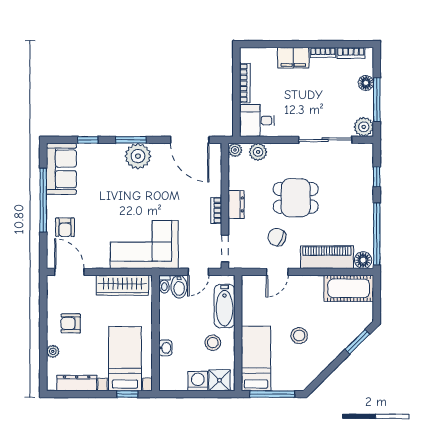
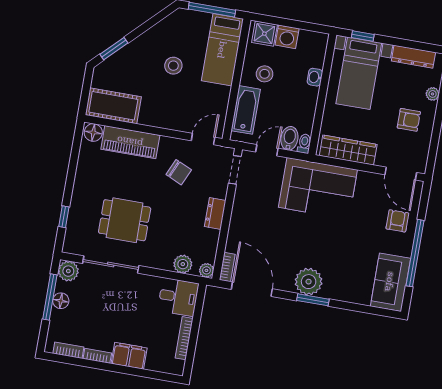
floor lamp: (366, 83) -> (61, 301), moved
window: (88, 140) -> (358, 308), removed
dining table: (296, 198) -> (125, 220), moved
bookcase: (216, 210) -> (227, 267), moved
window: (377, 234) -> (74, 157), removed
door: (277, 272) -> (203, 139), moved

